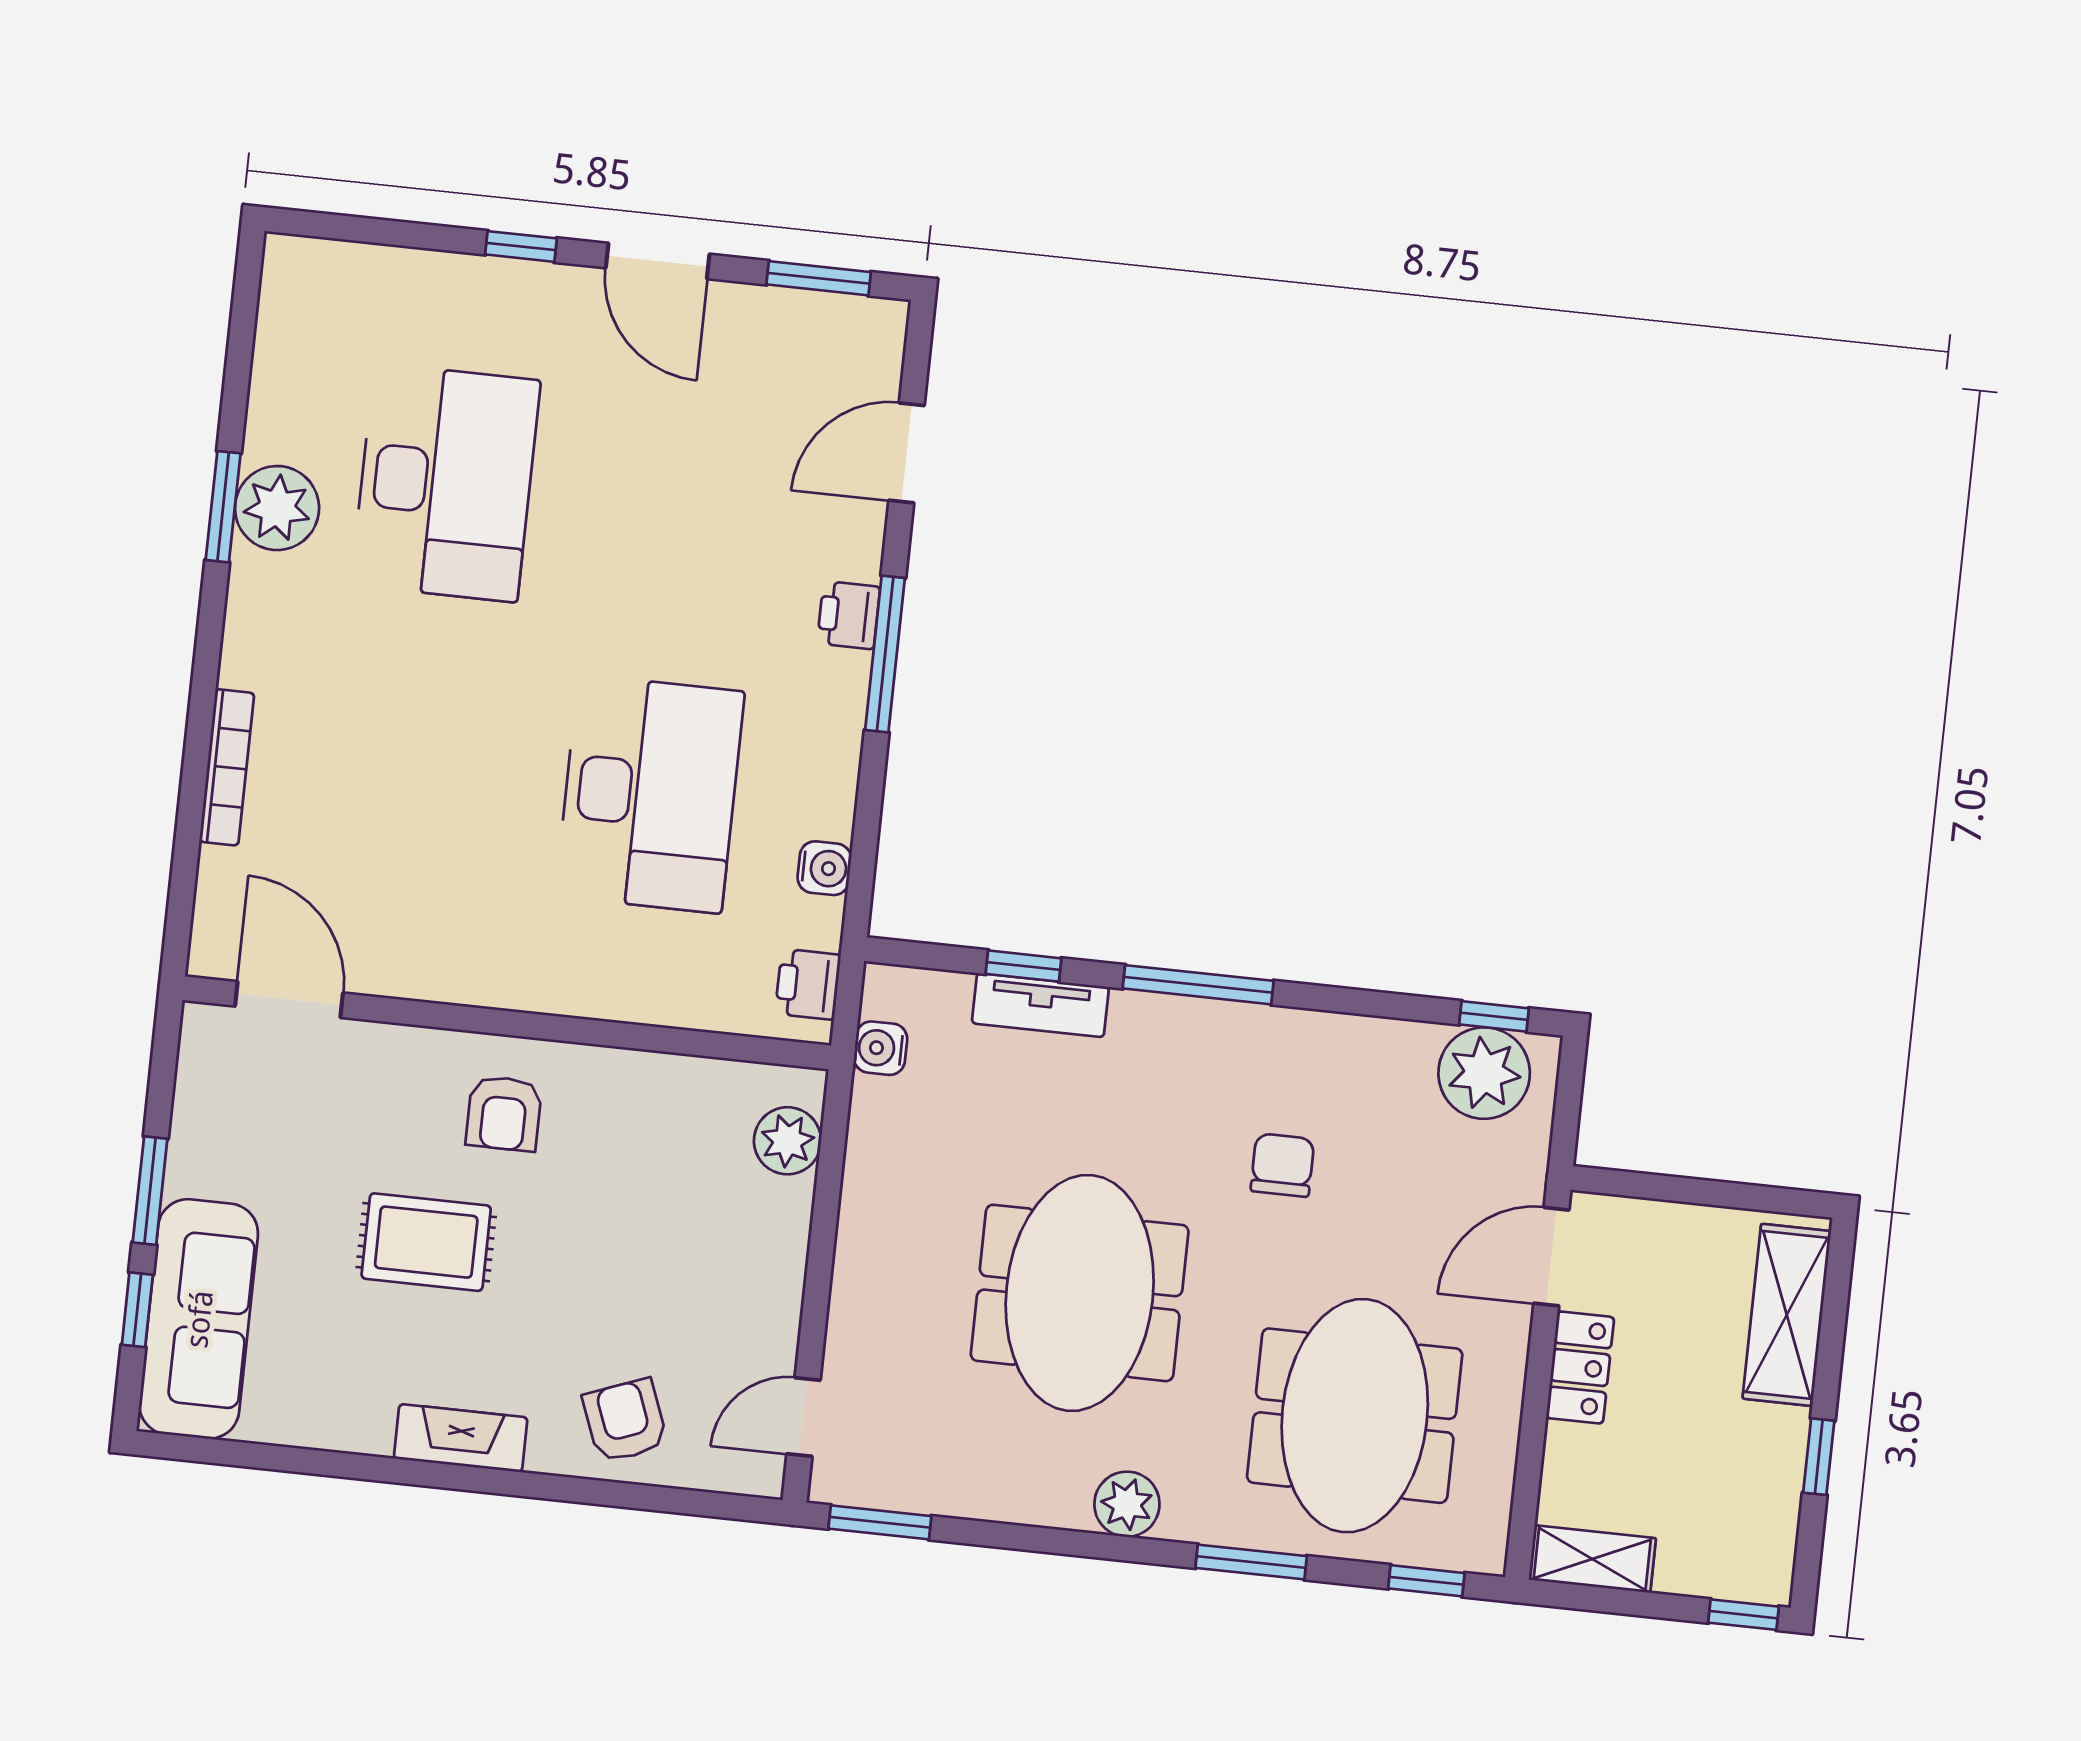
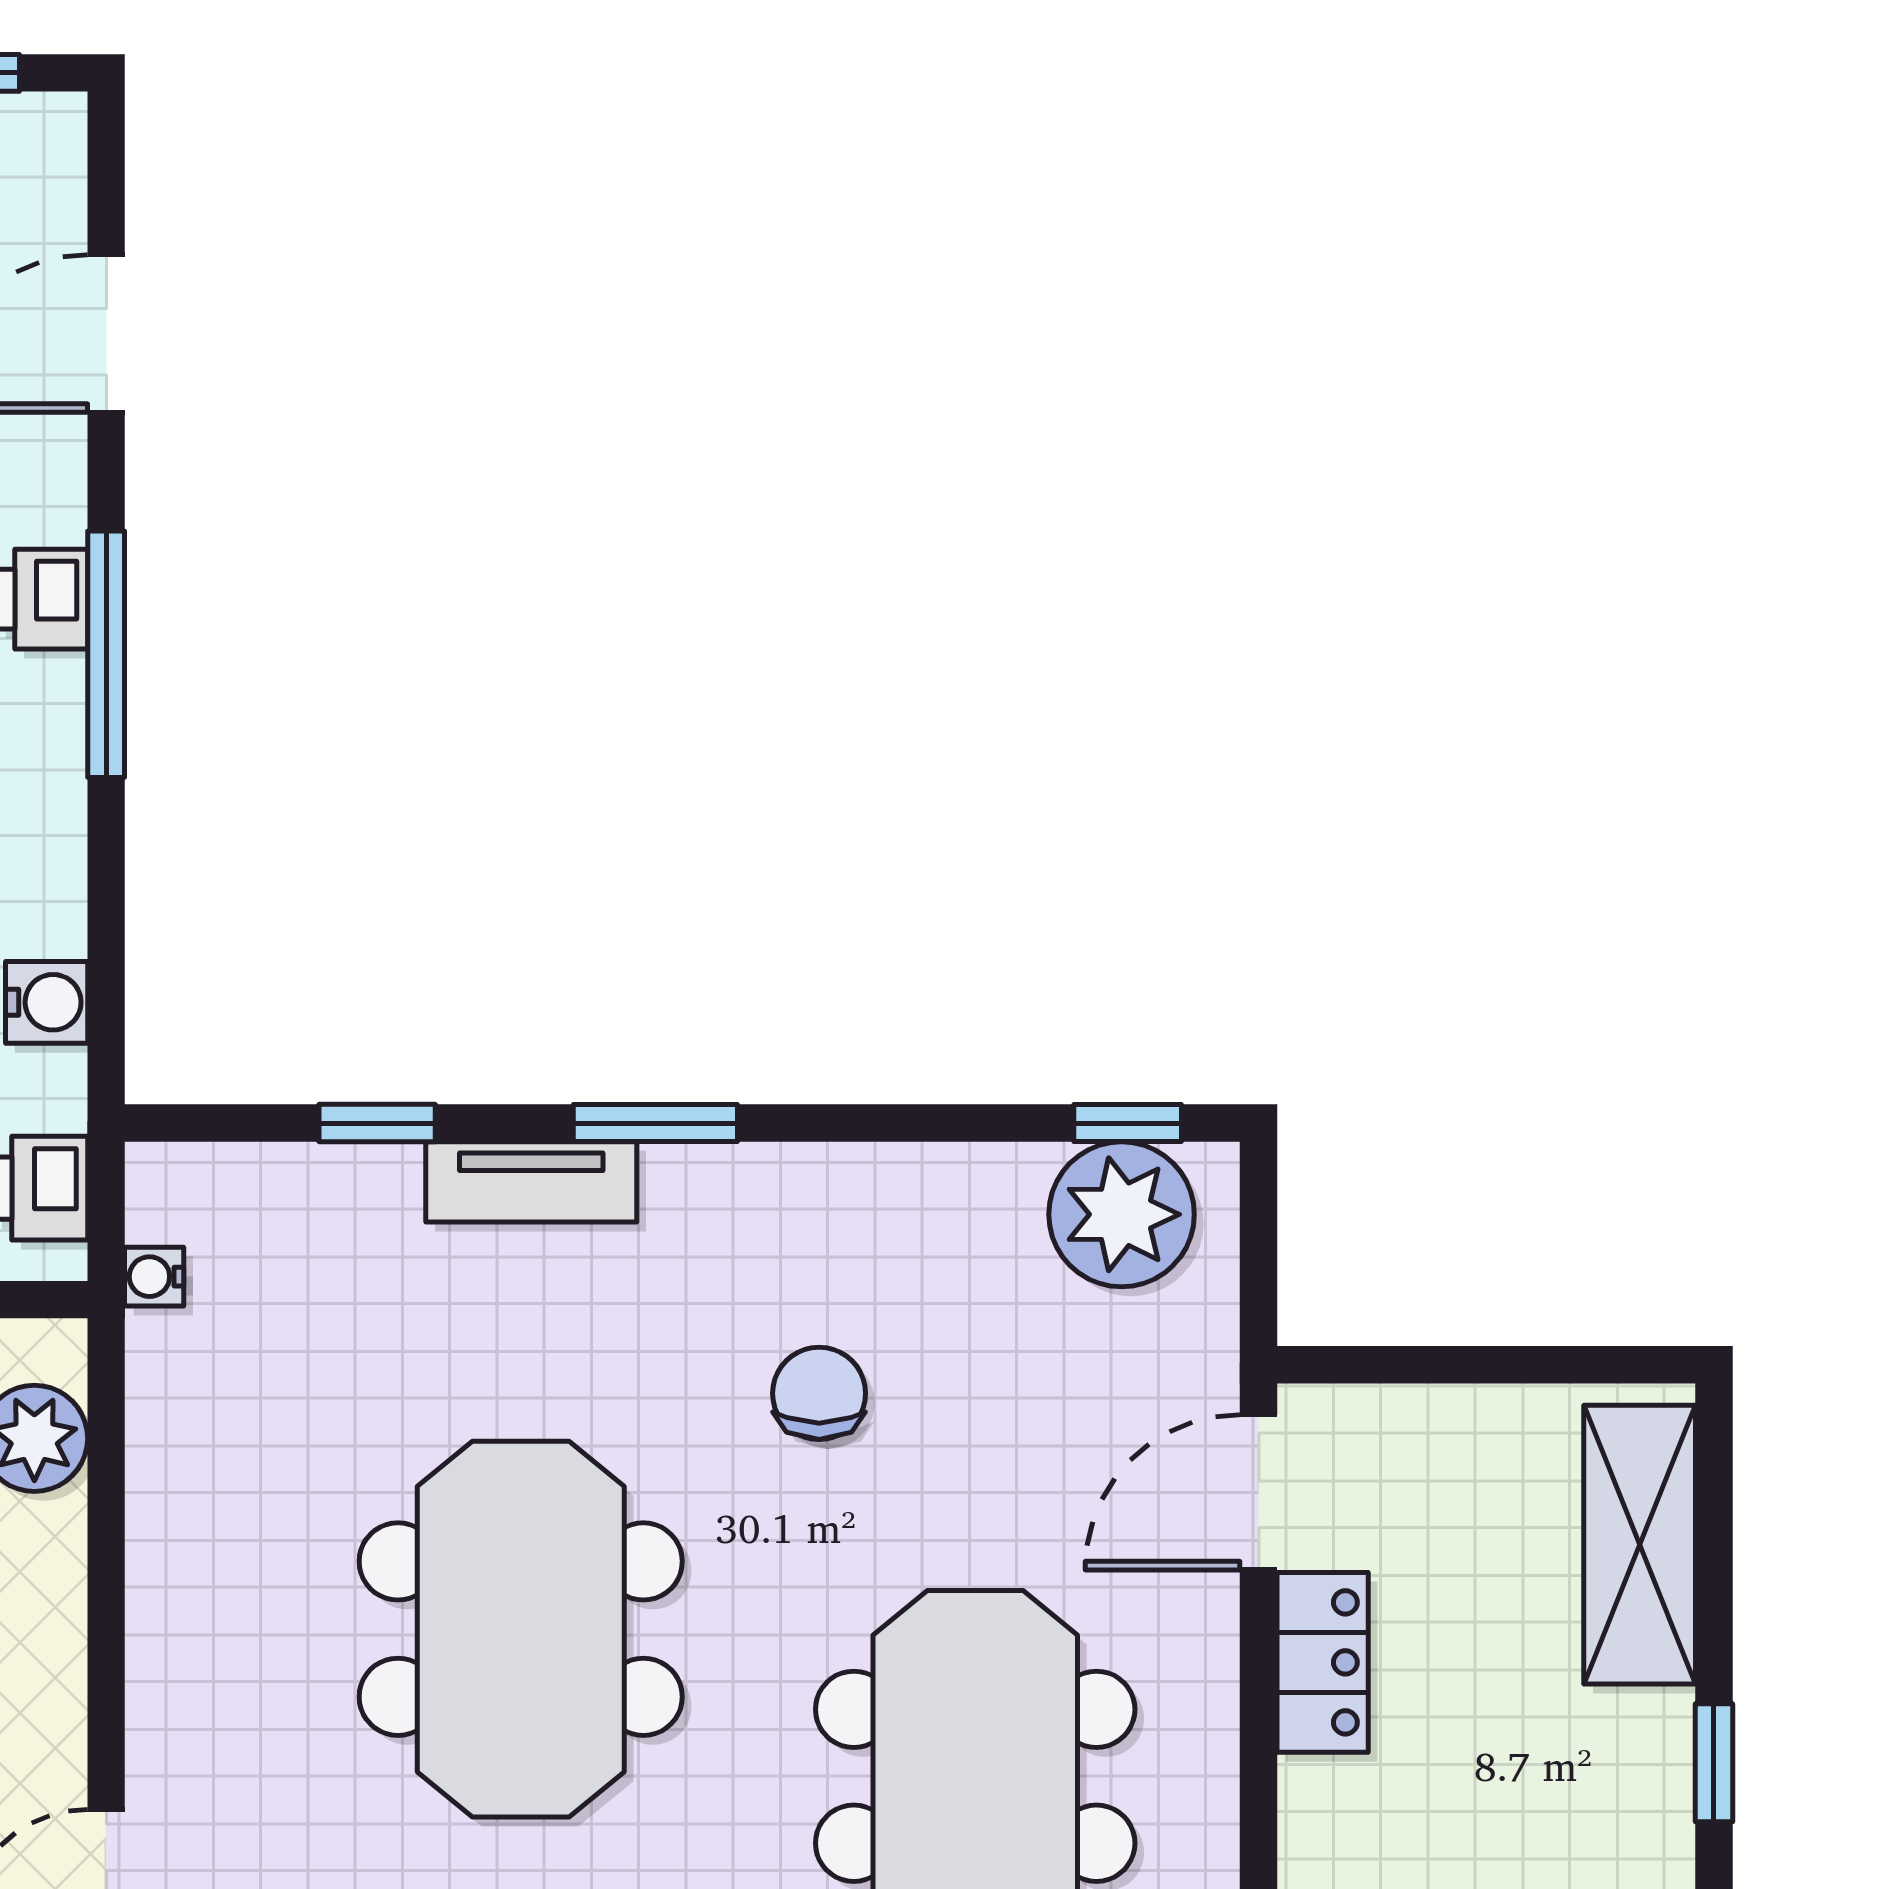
window: (1198, 985) -> (655, 1123), width x0.69
tv unit: (1040, 1005) -> (531, 1182), moved
water cooler: (881, 1048) -> (154, 1277), width x0.72, depth x0.72

